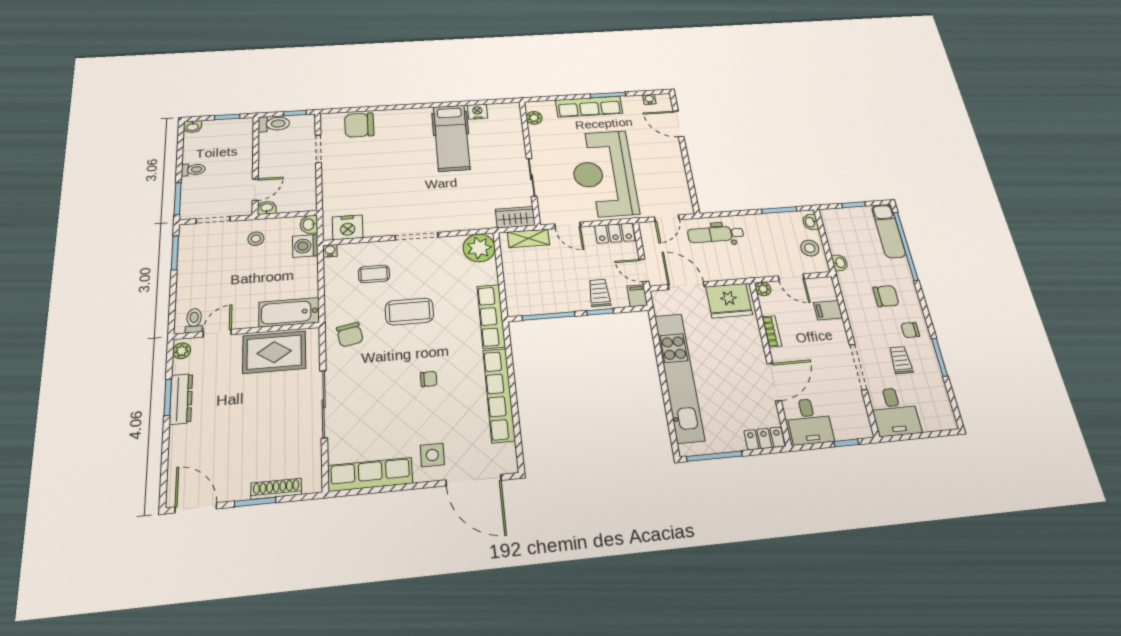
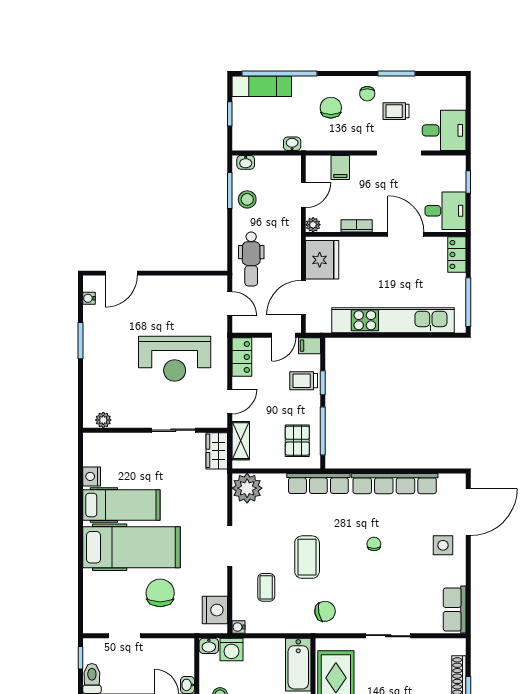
row of seats: (589, 107) -> (94, 362), removed
chair: (359, 125) -> (160, 593), moved, turned 180
hospital bed: (409, 149) -> (132, 547), added
reception desk: (603, 174) -> (175, 359), width x0.74, depth x0.77
stool: (810, 248) -> (247, 199), moved
pallet: (535, 292) -> (297, 441), added
sliding door: (324, 404) -> (388, 636), width x0.73
row of seats: (370, 474) -> (455, 609), width x0.68

